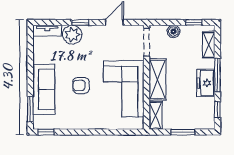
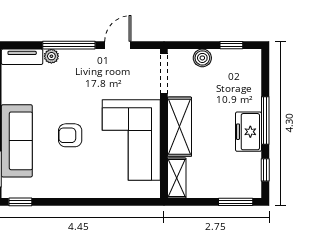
window: (80, 22) -> (69, 45), width x2.17
plant: (72, 35) -> (51, 56), width x0.53, depth x0.53
shelving: (209, 45) -> (253, 77), removed
window: (183, 132) -> (236, 202), moved

